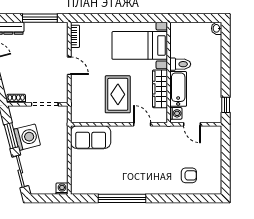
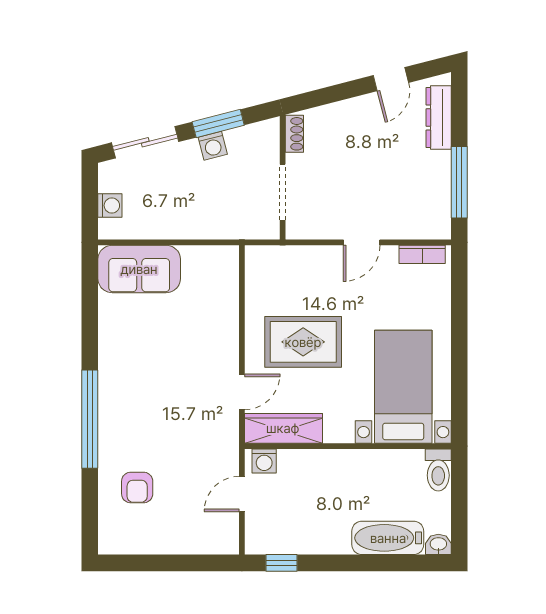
toilet: (180, 64) -> (438, 470), moved
wardrobe: (160, 89) -> (283, 428), moved
bathtub: (178, 89) -> (388, 538), moved, turned 180
washing machine: (27, 137) -> (213, 146), width x0.53, depth x0.53
sofa: (91, 137) -> (139, 269), moved, turned -90
washing machine: (62, 189) -> (110, 205), moved
window: (122, 198) -> (90, 419), moved

